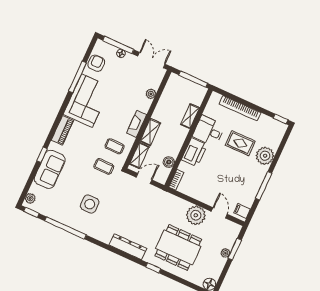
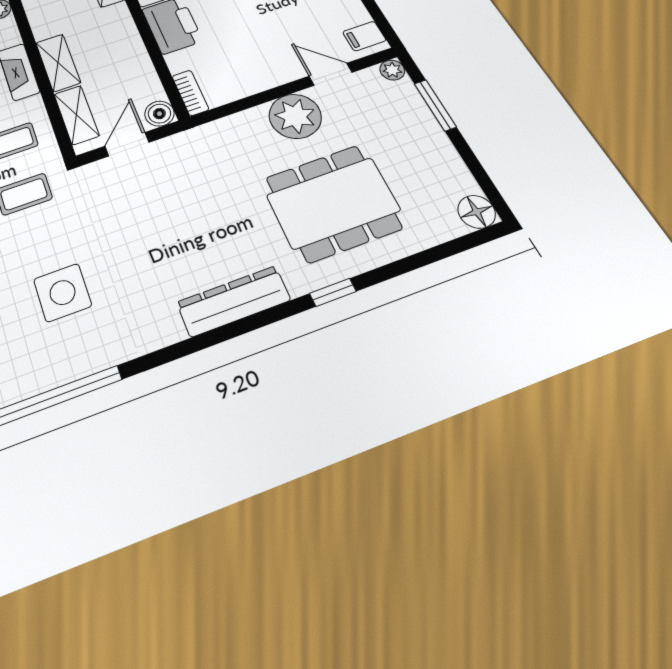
boiler: (169, 162) -> (159, 114), moved
plant: (225, 253) -> (392, 70), moved

